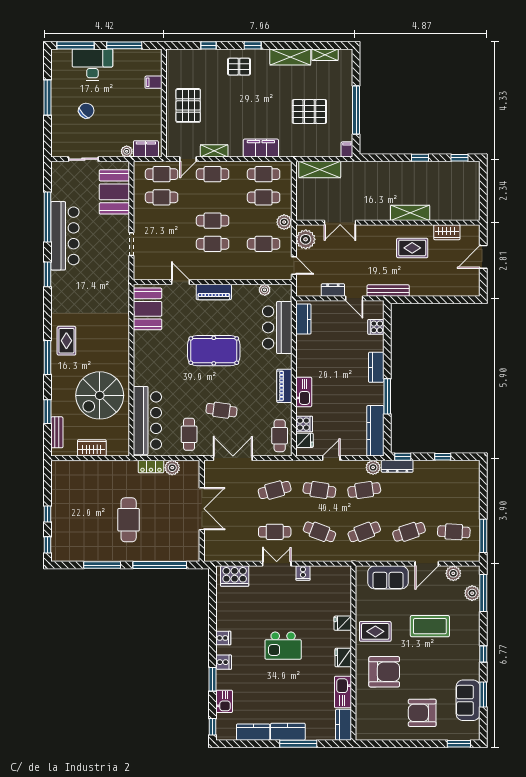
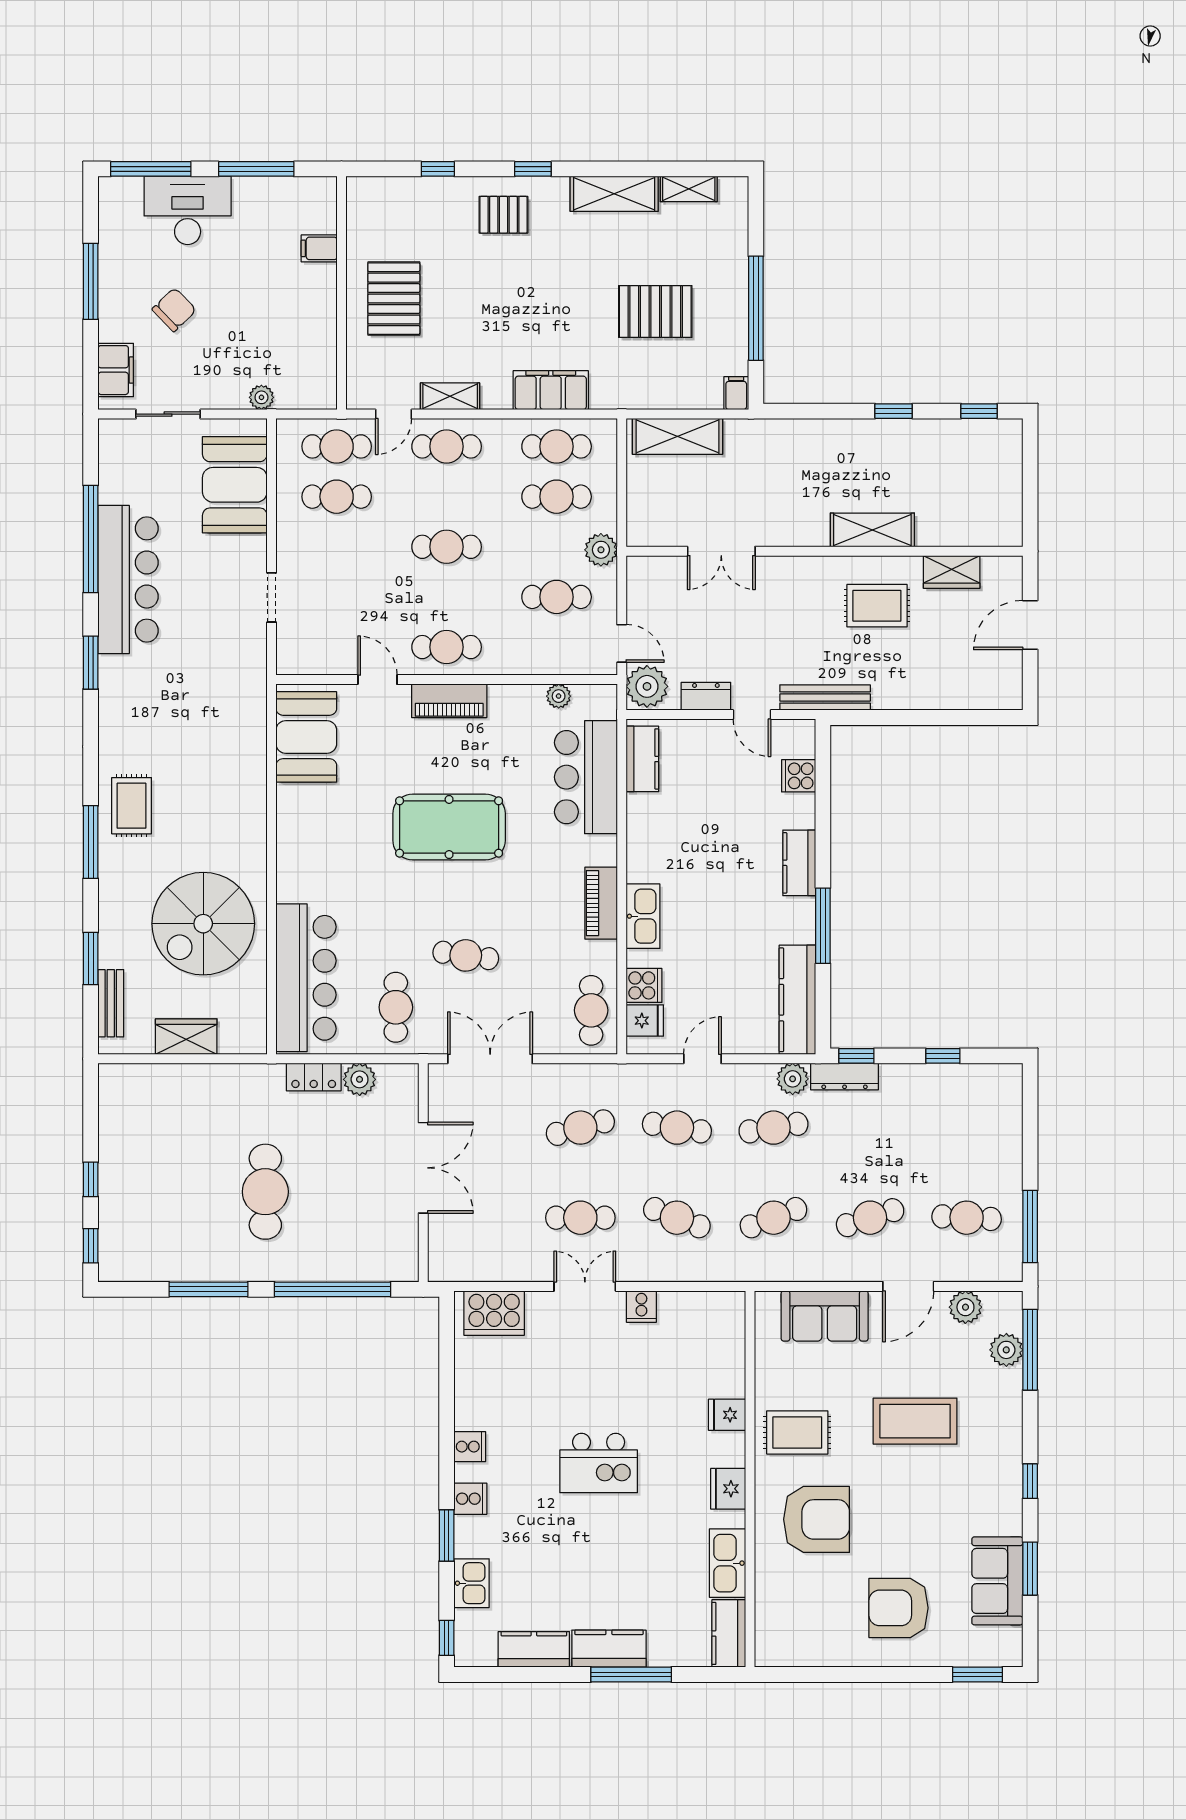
filing cabinet: (146, 149) -> (116, 370), moved, turned 90
plant: (306, 239) -> (647, 686), moved
cafe table: (213, 244) -> (447, 647), moved

